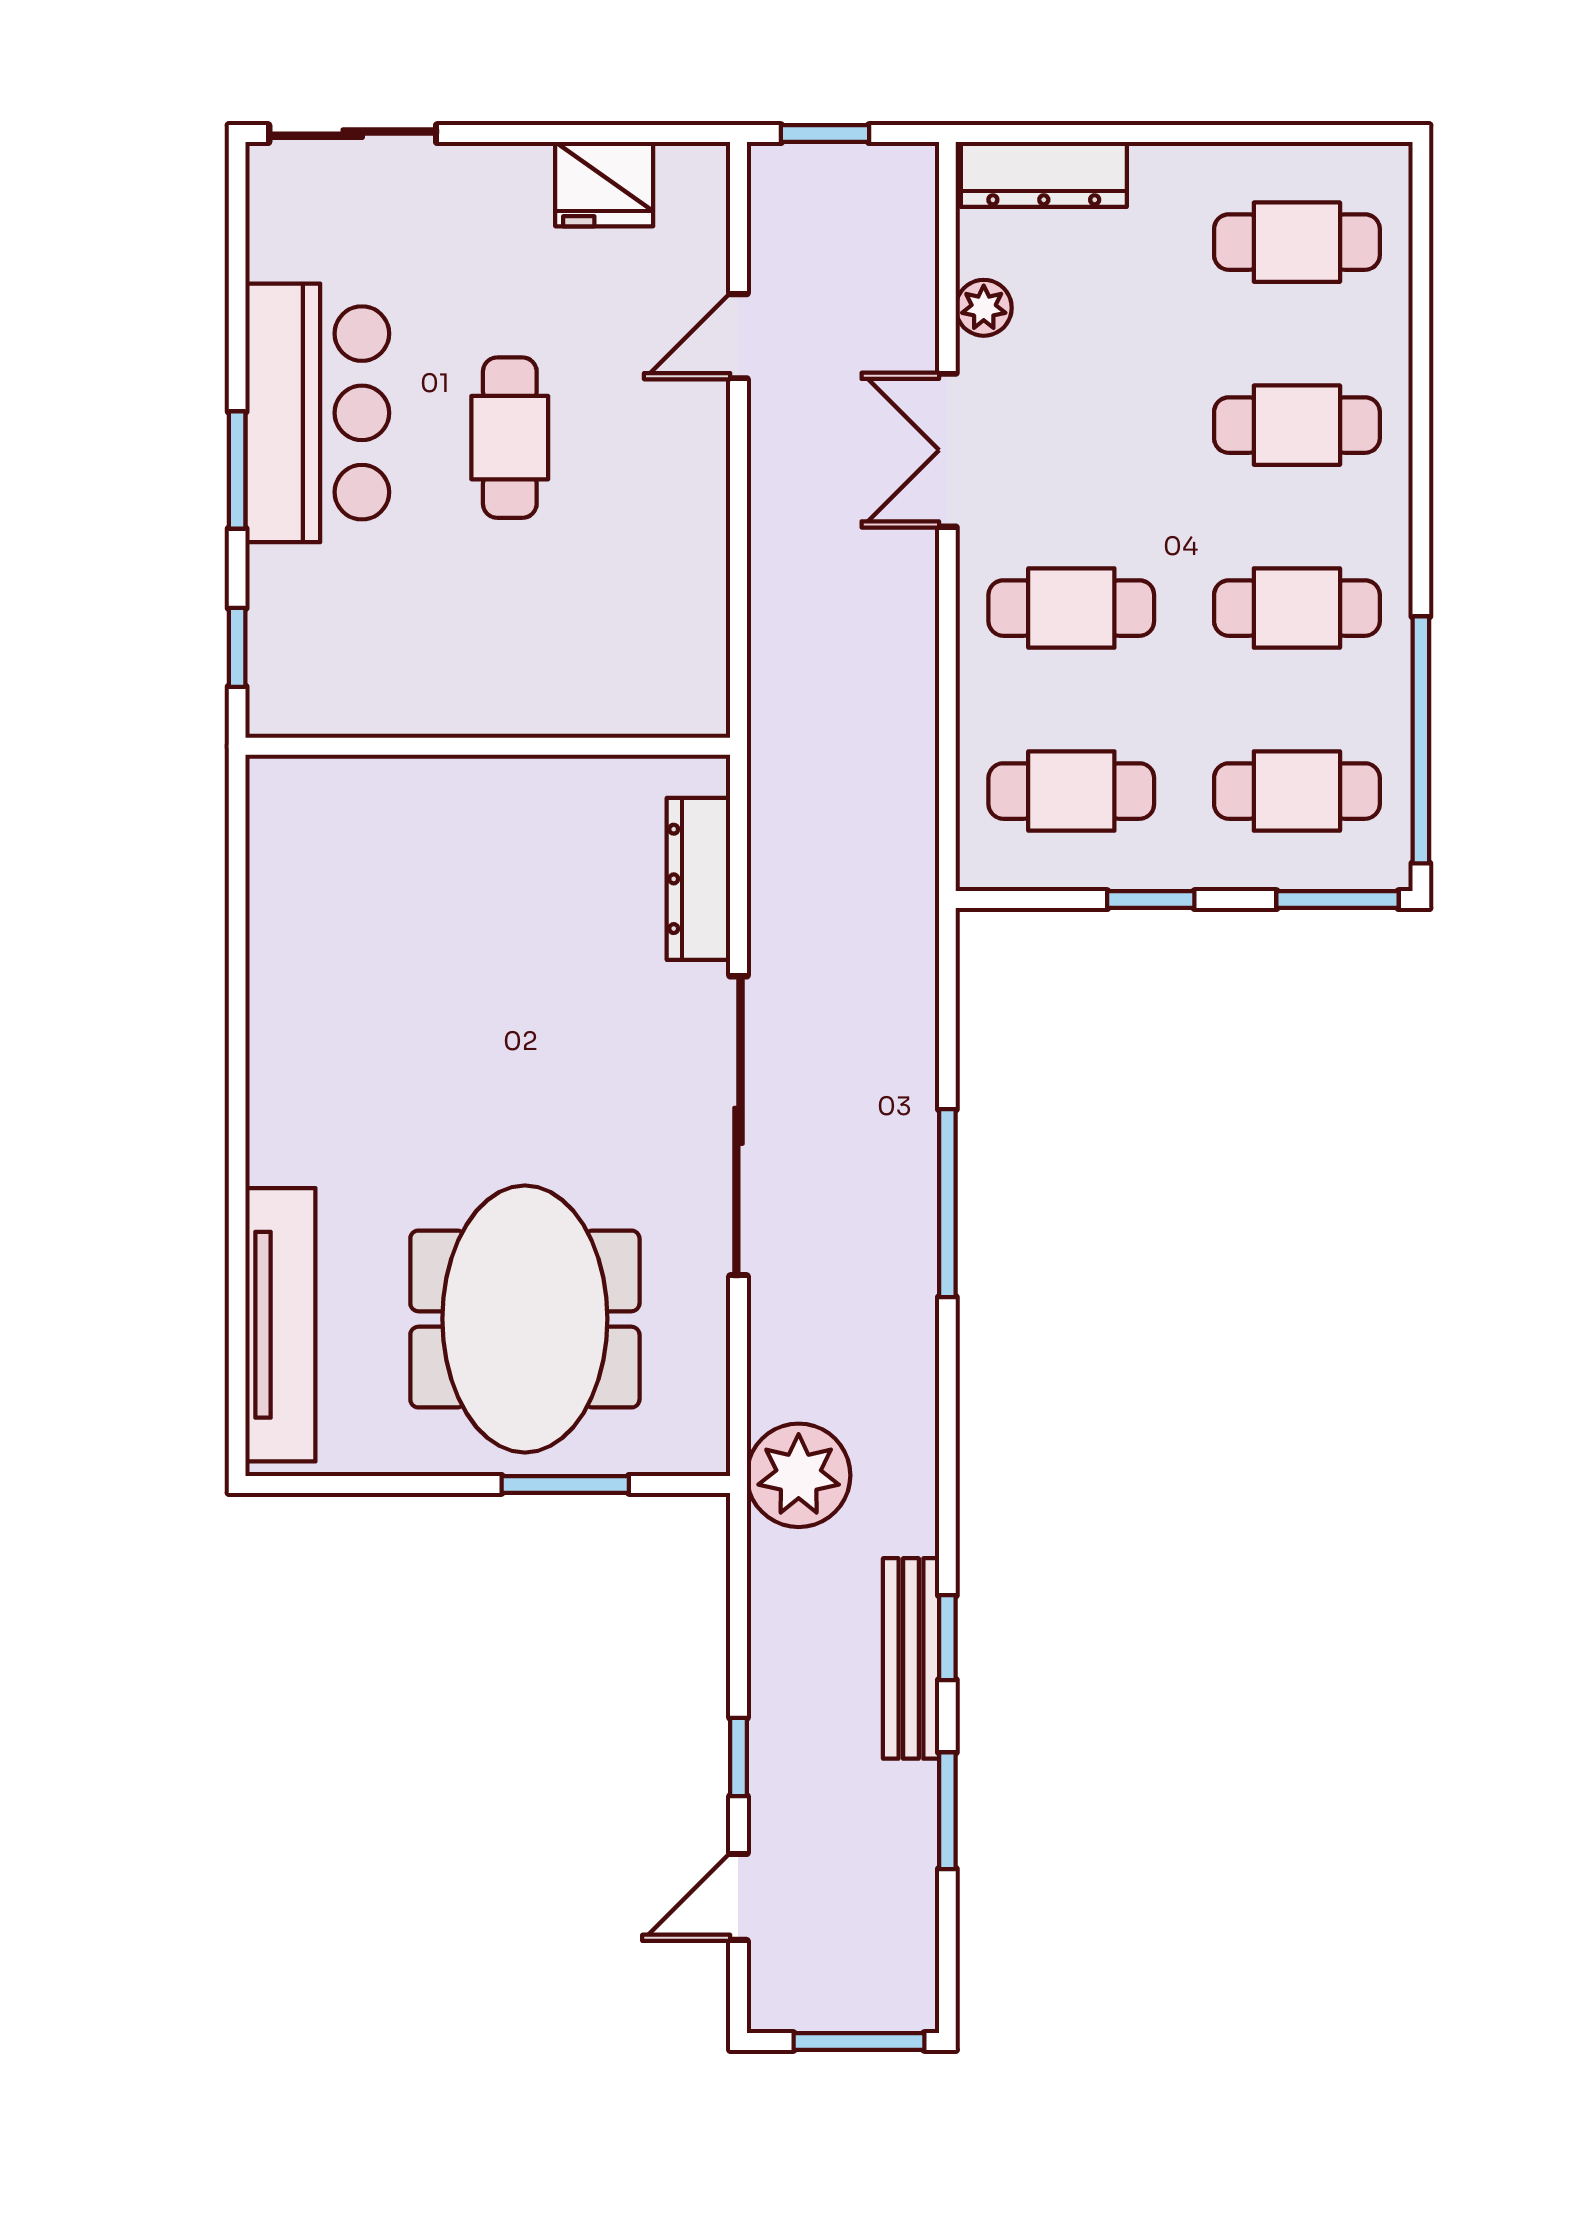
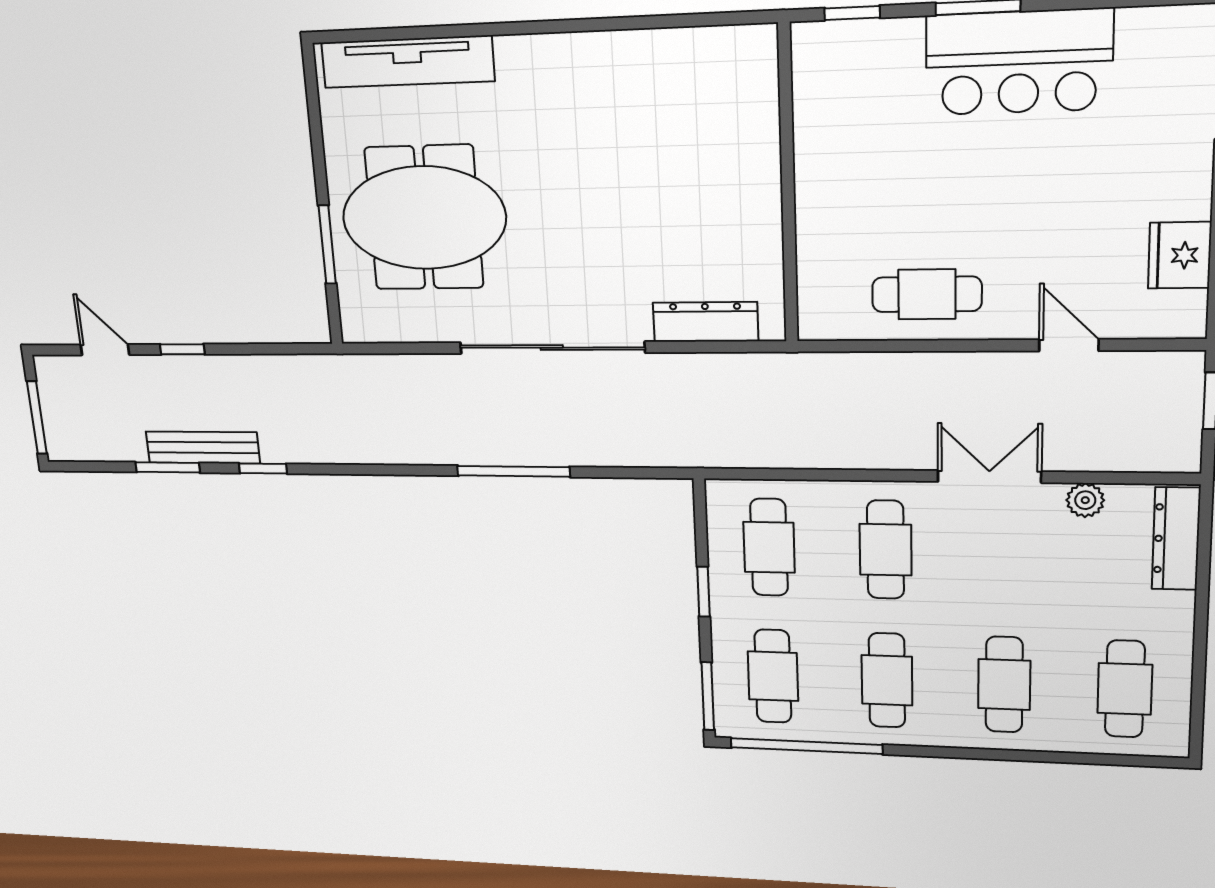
cafe table: (510, 438) -> (927, 294), moved
plant: (799, 1475) -> (346, 384), removed
bench: (911, 1658) -> (203, 448), moved

